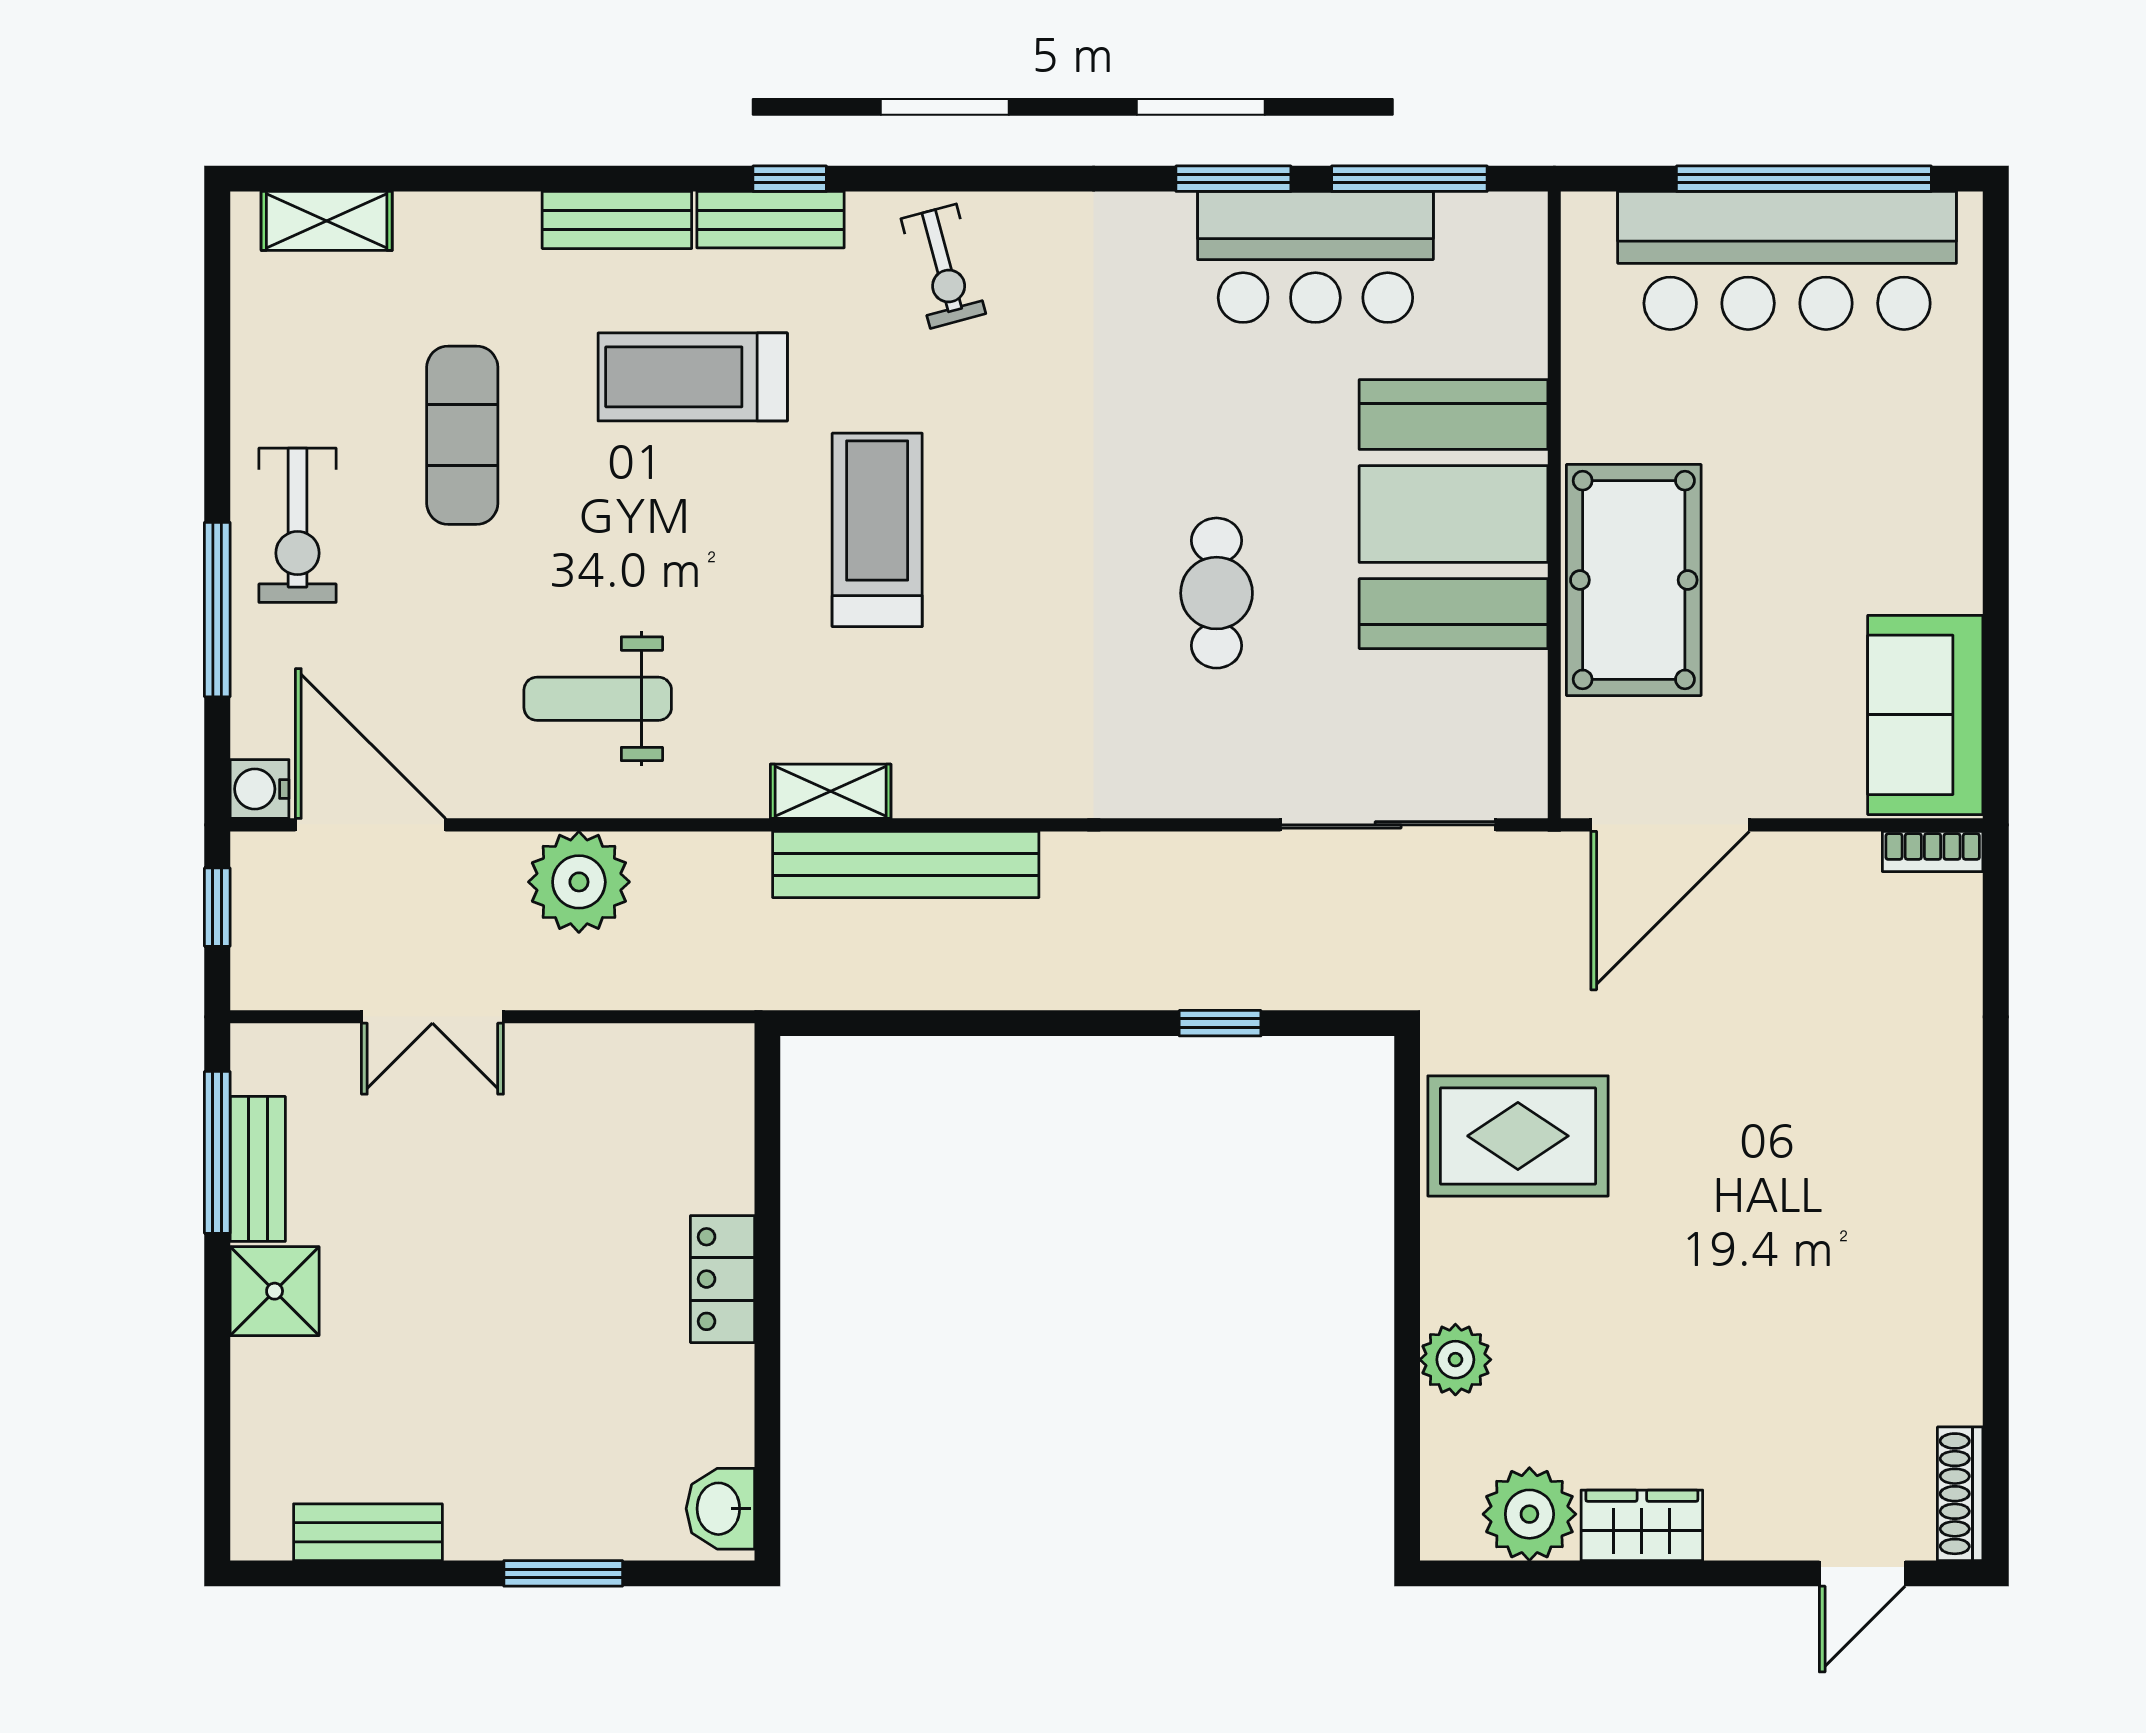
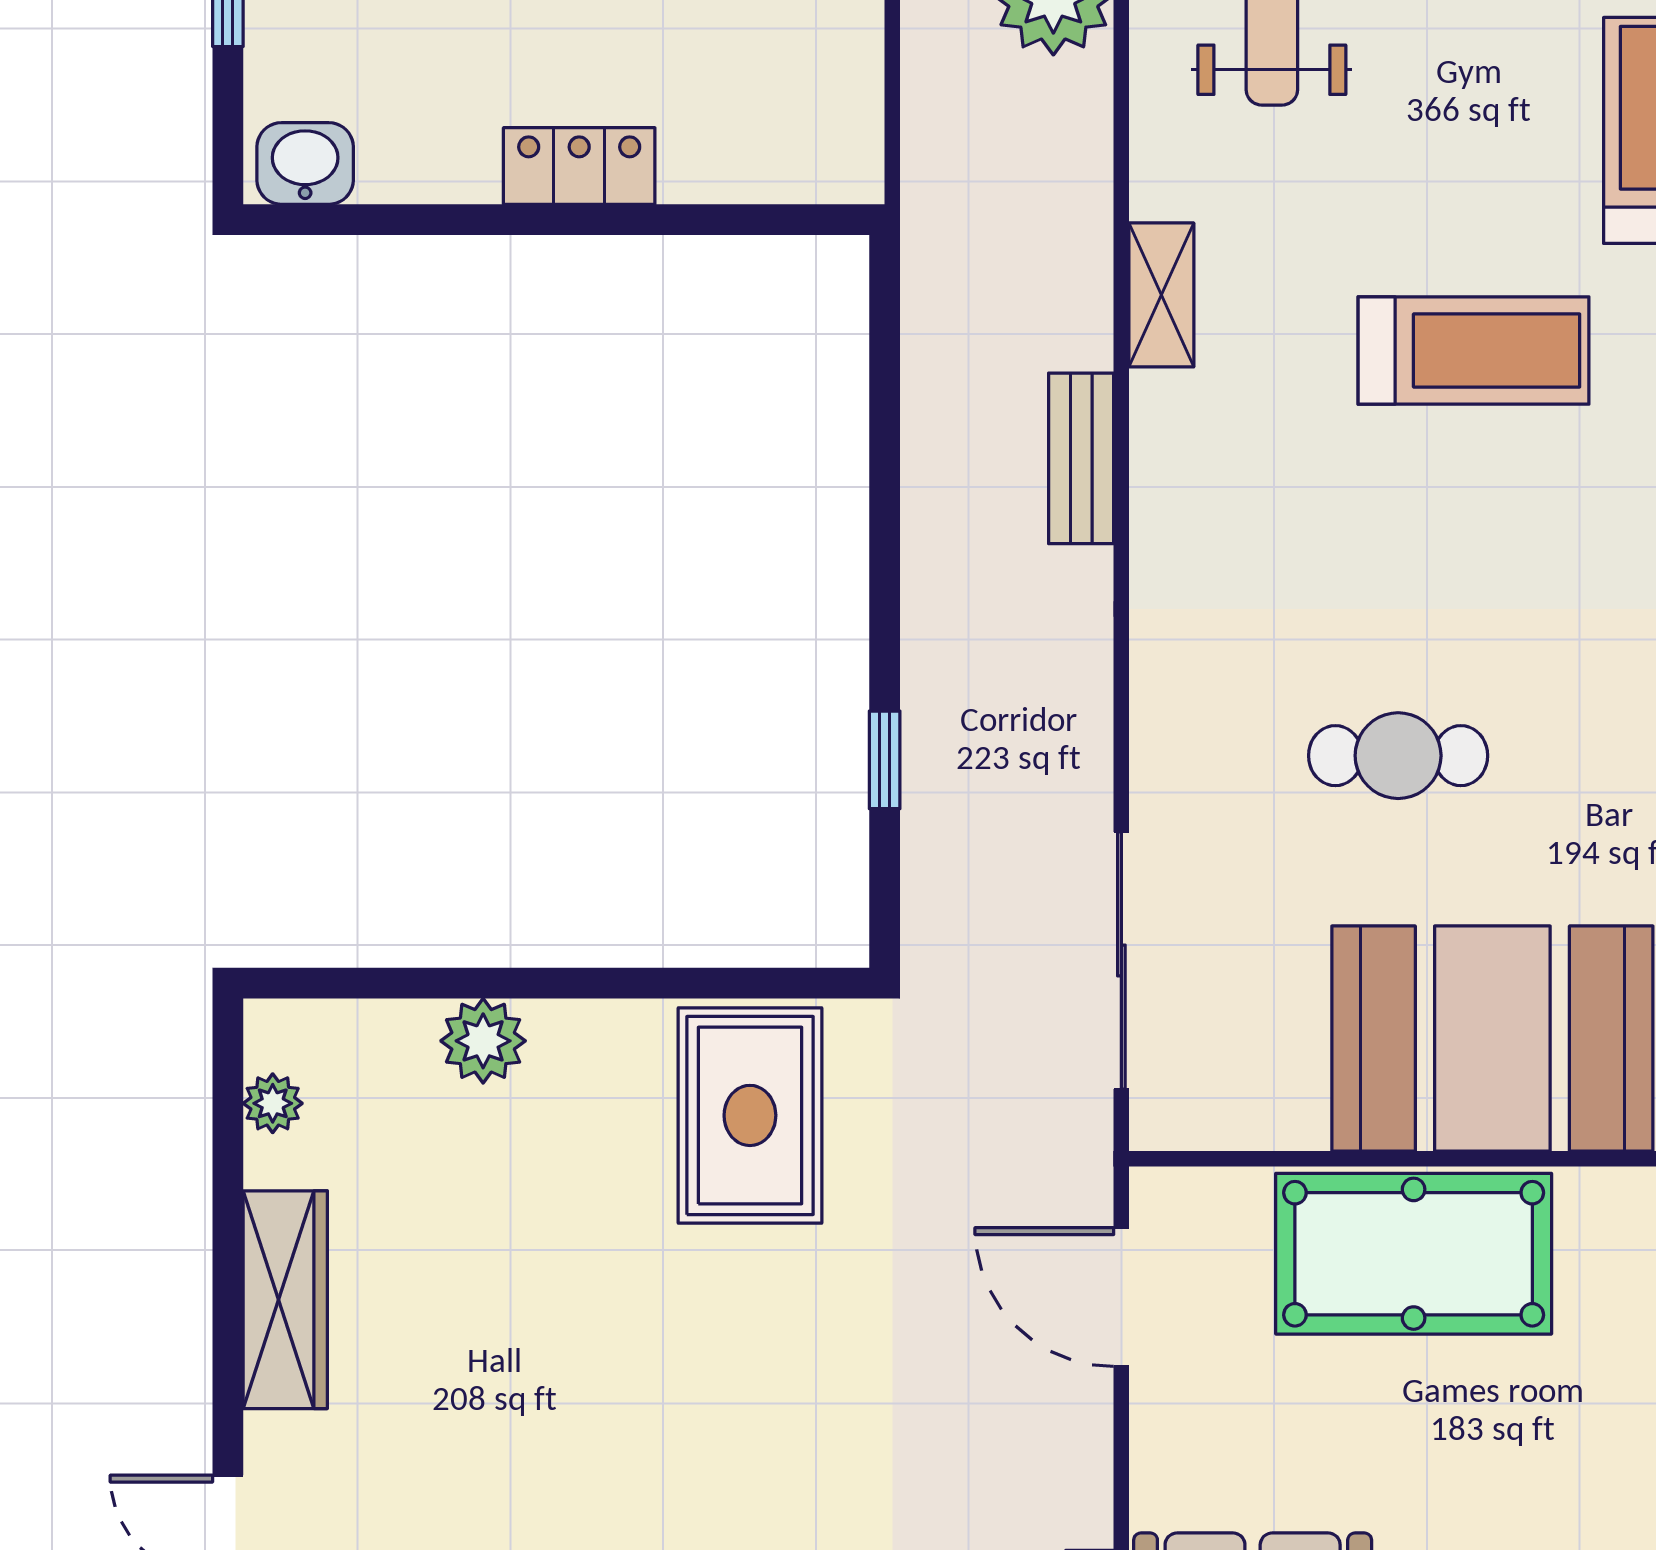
door: (1670, 825) -> (1121, 1297), width x0.73
bench: (906, 864) -> (1081, 458), width x0.54, depth x0.82
plant: (1529, 1514) -> (273, 1103), width x0.53, depth x0.53
wardrobe: (1642, 1525) -> (285, 1300), width x1.50

